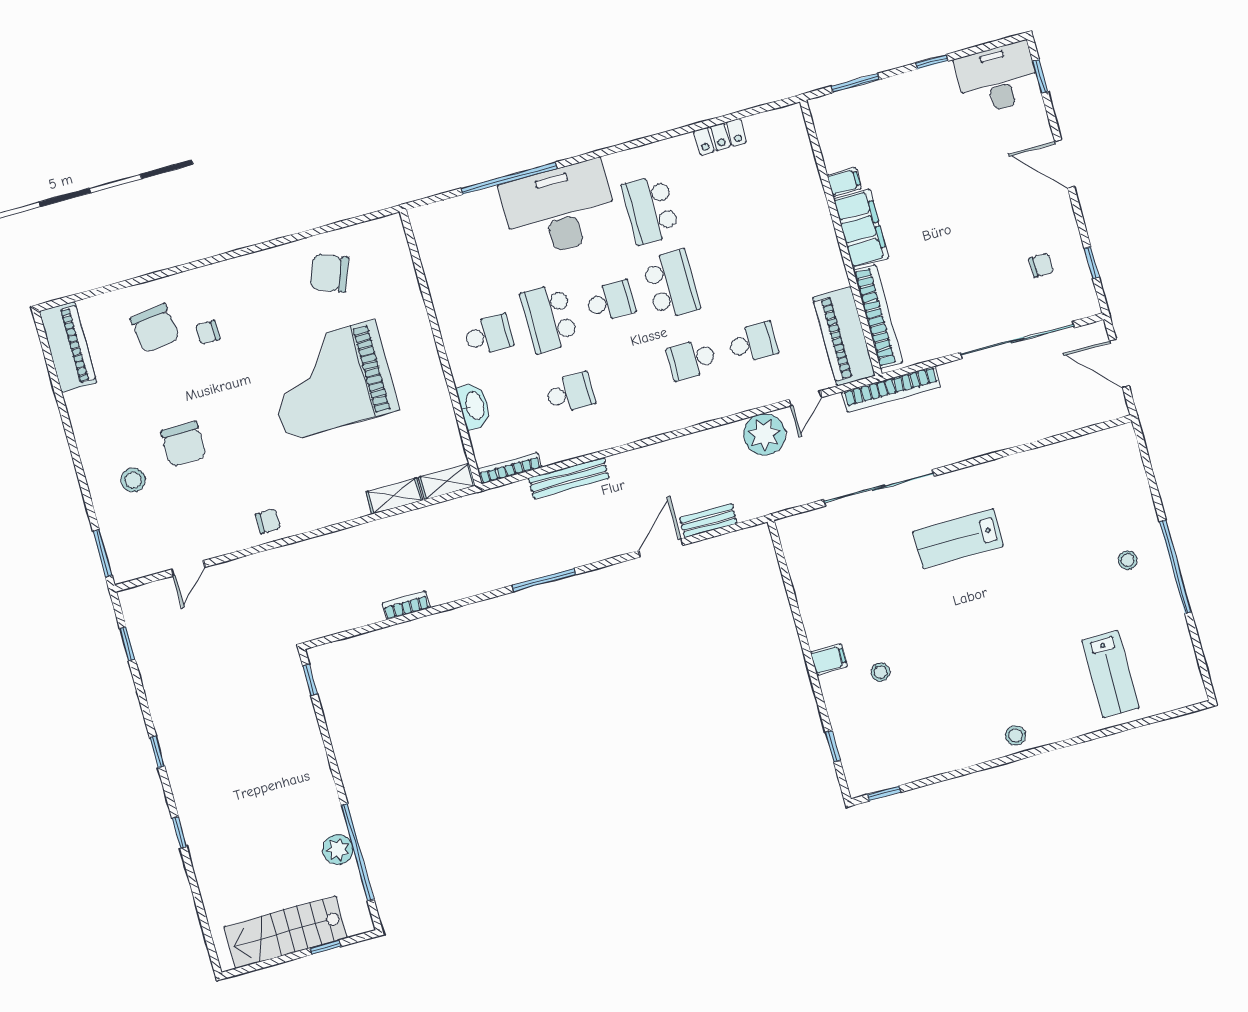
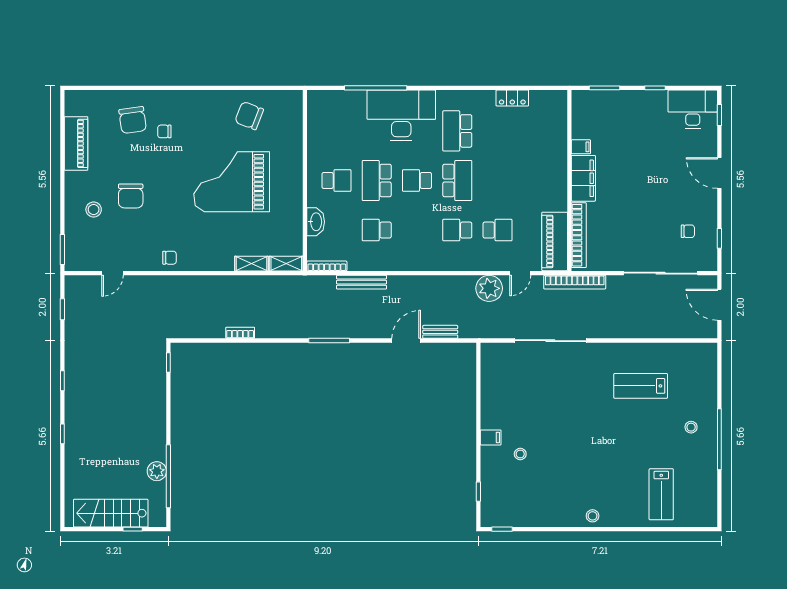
school desk: (610, 301) -> (417, 180), turned 180
piano: (68, 347) -> (76, 143), moved
school desk: (570, 393) -> (377, 230), turned 180
lab bench: (958, 539) -> (641, 386), moved

